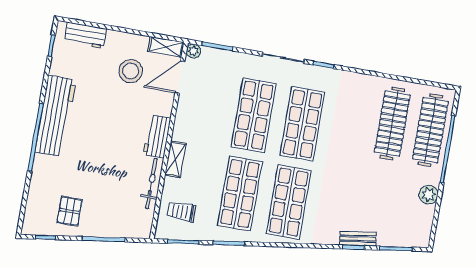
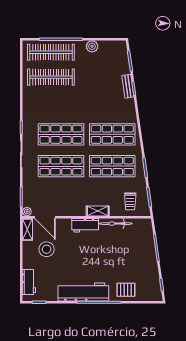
pallet: (70, 211) -> (126, 290), moved

